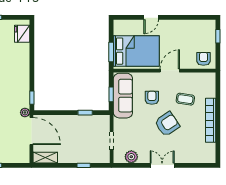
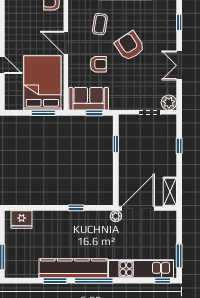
sofa: (123, 96) -> (89, 99), width x0.73
window: (32, 98) -> (76, 208), moved
armchair: (152, 98) -> (98, 64), turned 180
plant: (131, 157) -> (169, 103), moved
double door: (162, 165) -> (179, 65), moved
window: (187, 165) -> (179, 22), added

